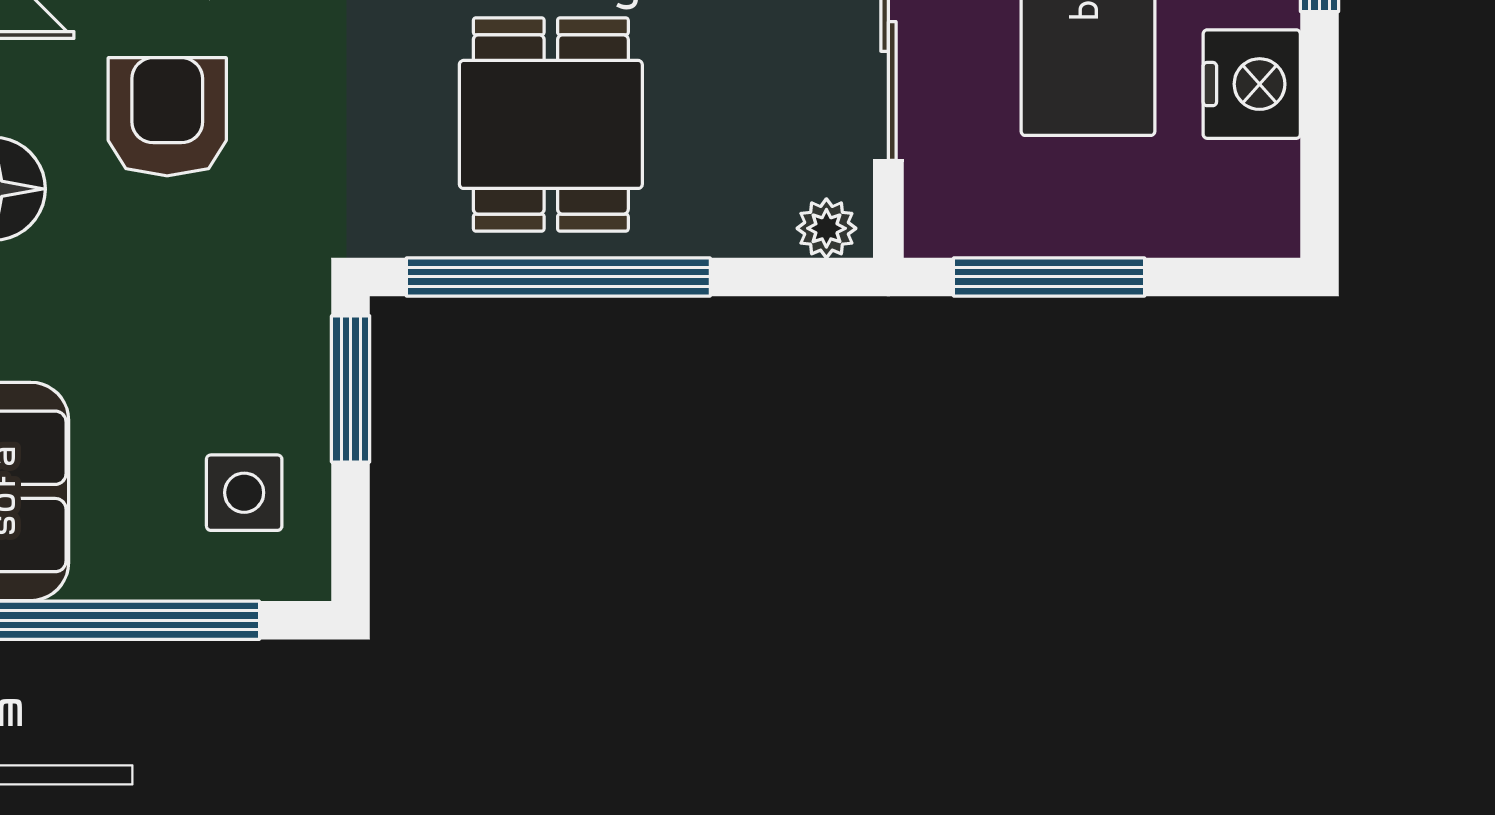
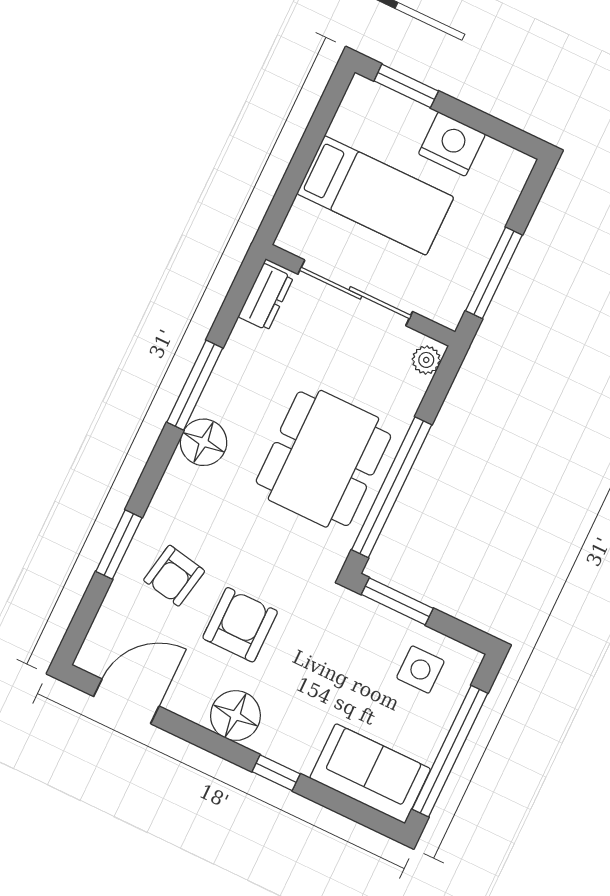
armchair: (167, 117) -> (240, 625), turned 90
dining table: (551, 124) -> (323, 459), width x1.38

